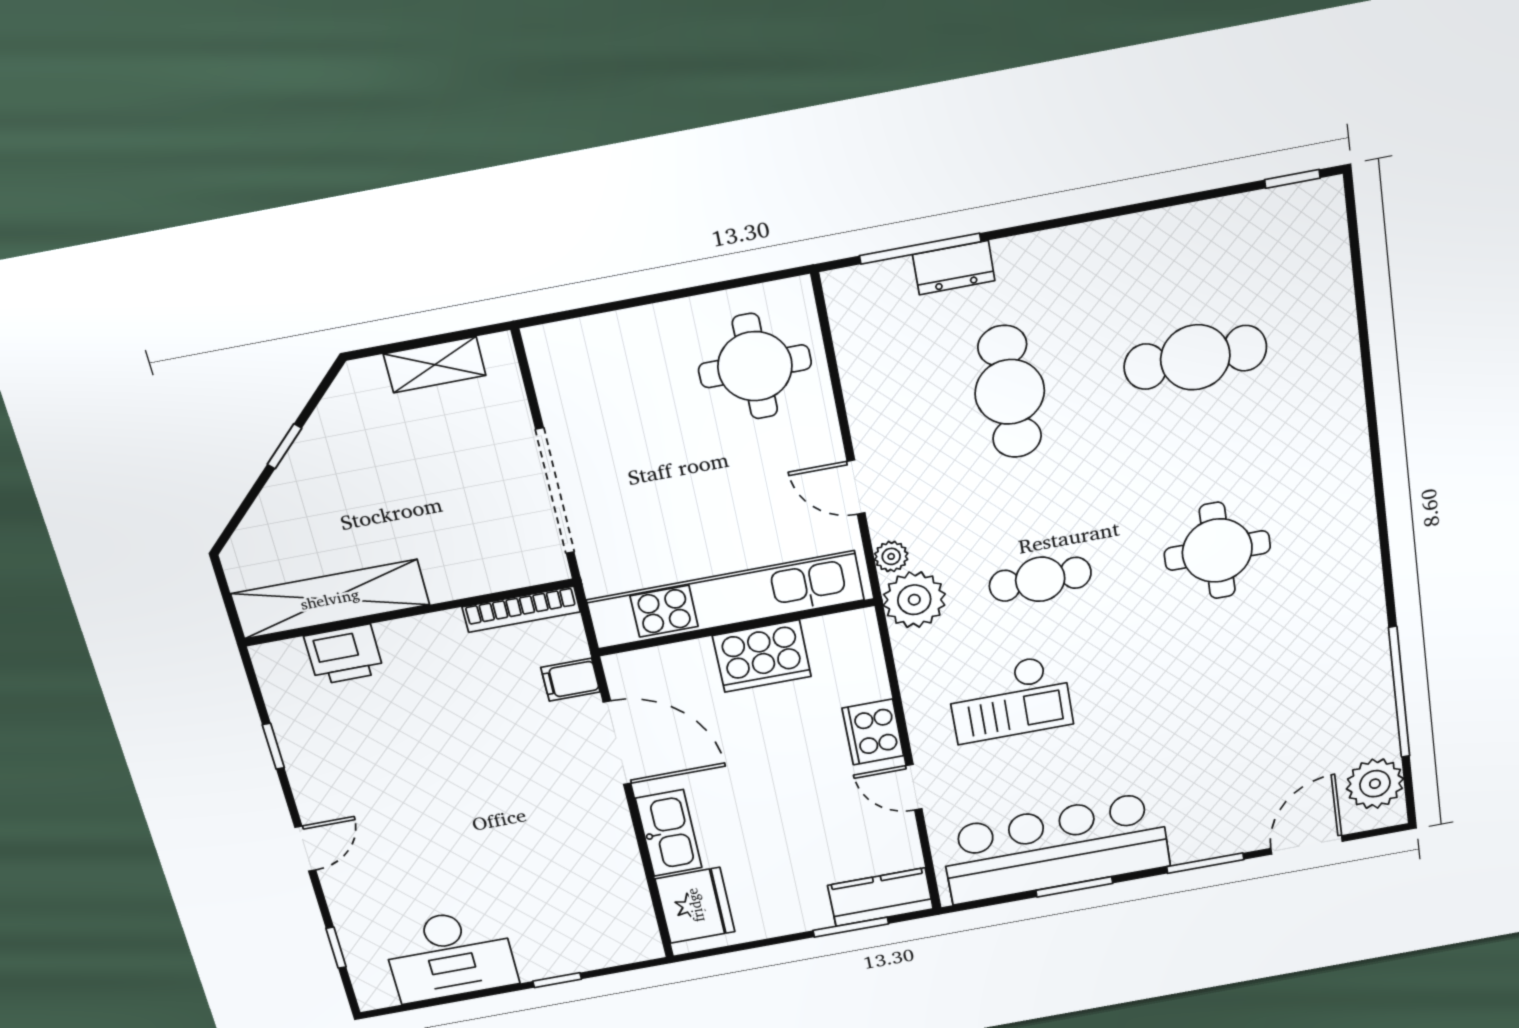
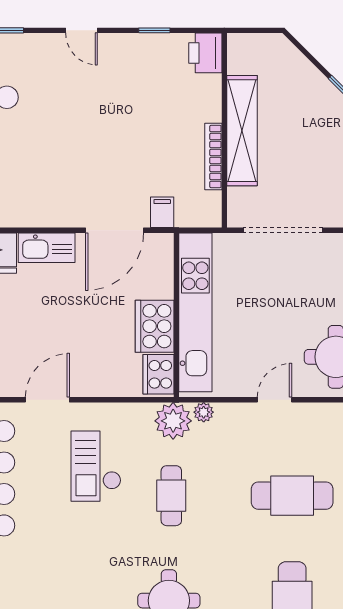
door: (856, 487) -> (275, 400), moved
shelving: (330, 599) -> (242, 131), moved
bookcase: (521, 609) -> (213, 156), moved
printer: (344, 655) -> (205, 53), moved
cooker: (873, 732) -> (158, 374), moved, turned -90
door: (914, 787) -> (47, 400), width x1.38

